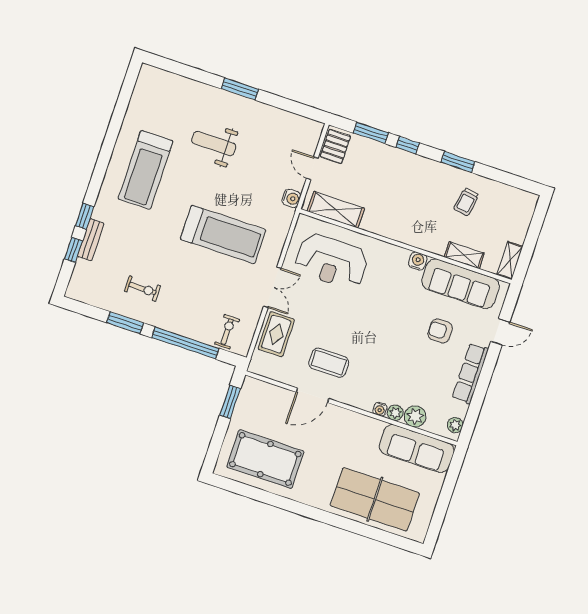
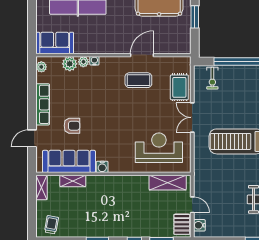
water cooler: (291, 198) -> (199, 225), moved
trolley: (466, 202) -> (51, 225), moved
window: (230, 402) -> (195, 17), moved
sofa: (417, 449) -> (55, 43), width x0.73

